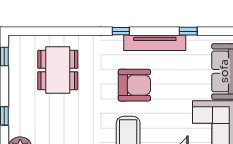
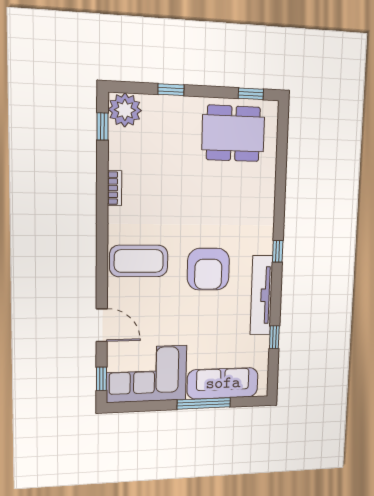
dining table: (58, 70) -> (233, 133), moved

